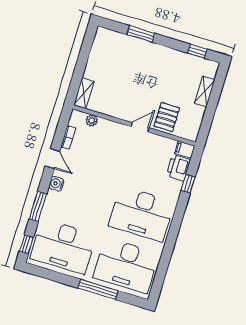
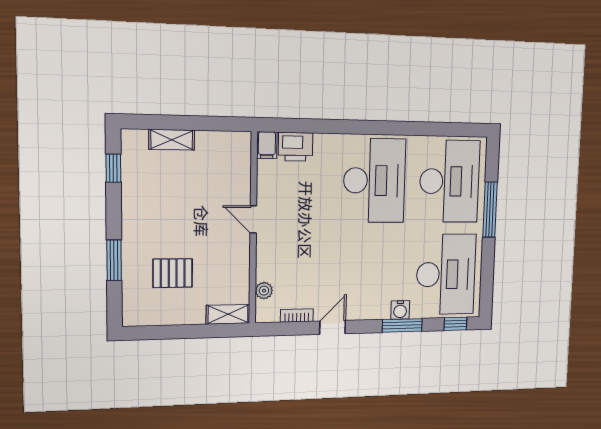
pallet: (167, 117) -> (173, 273), moved
water cooler: (56, 184) -> (400, 310), moved
window: (188, 184) -> (315, 126), removed

